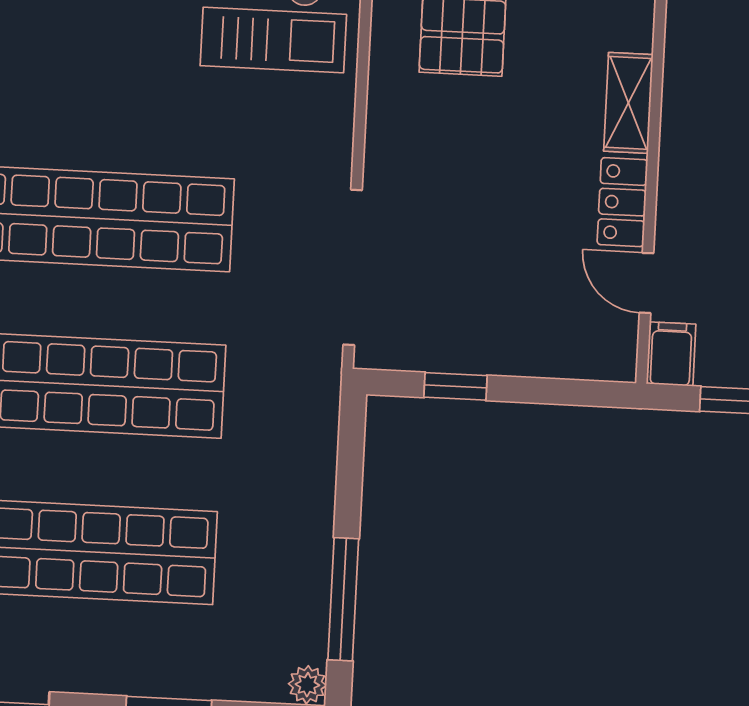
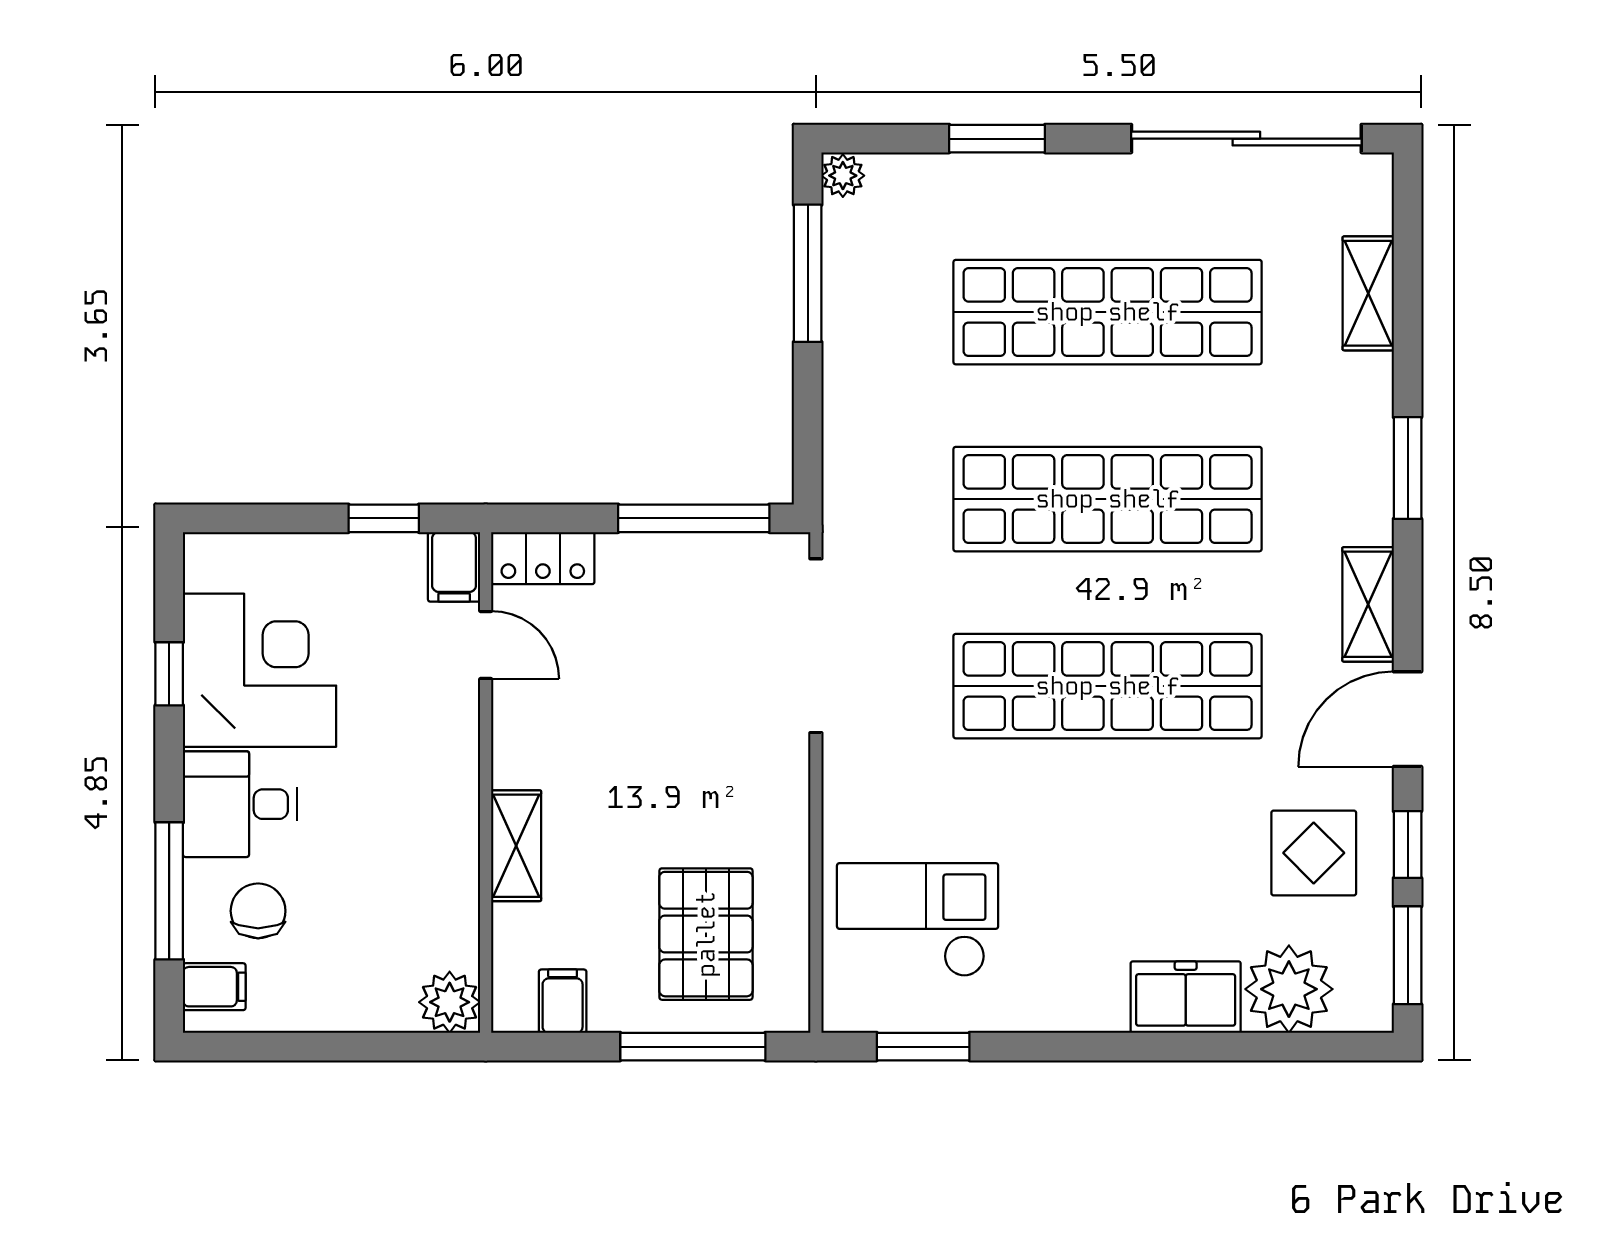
locker: (622, 202) -> (543, 558), moved, turned 90
window: (456, 386) -> (694, 518), width x2.17

